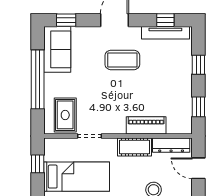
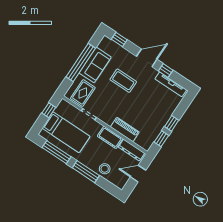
window: (165, 20) -> (166, 71), moved
sofa: (57, 49) -> (95, 65), moved
coffee table: (122, 60) -> (123, 81), moved
window: (198, 65) -> (172, 123), moved
door: (198, 168) -> (138, 174), hinge flipped

